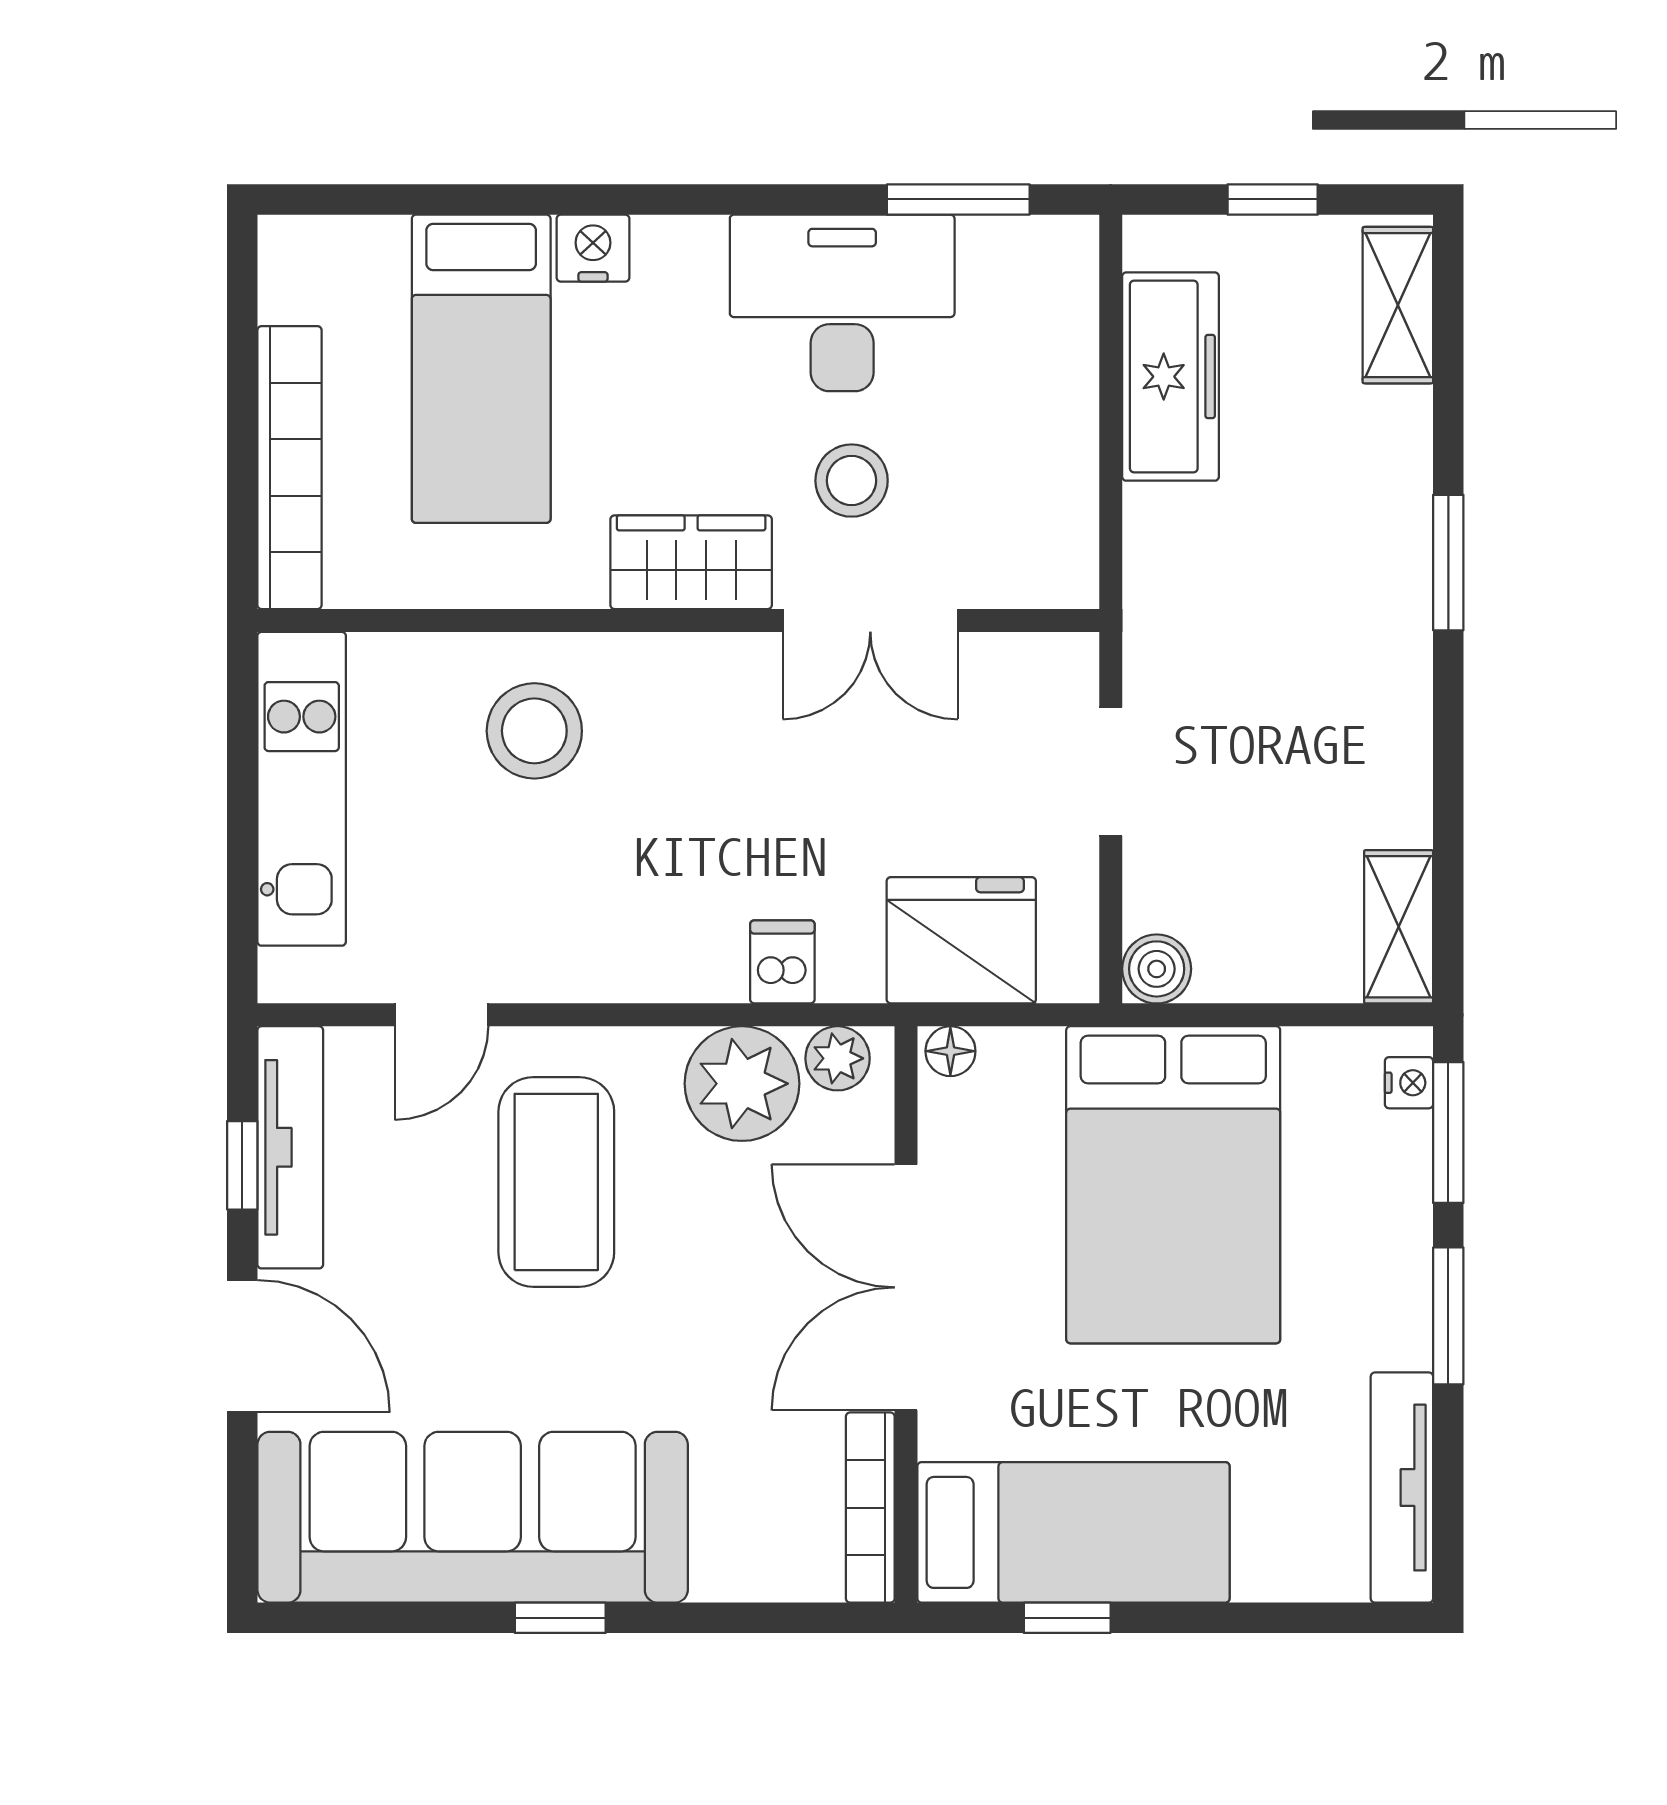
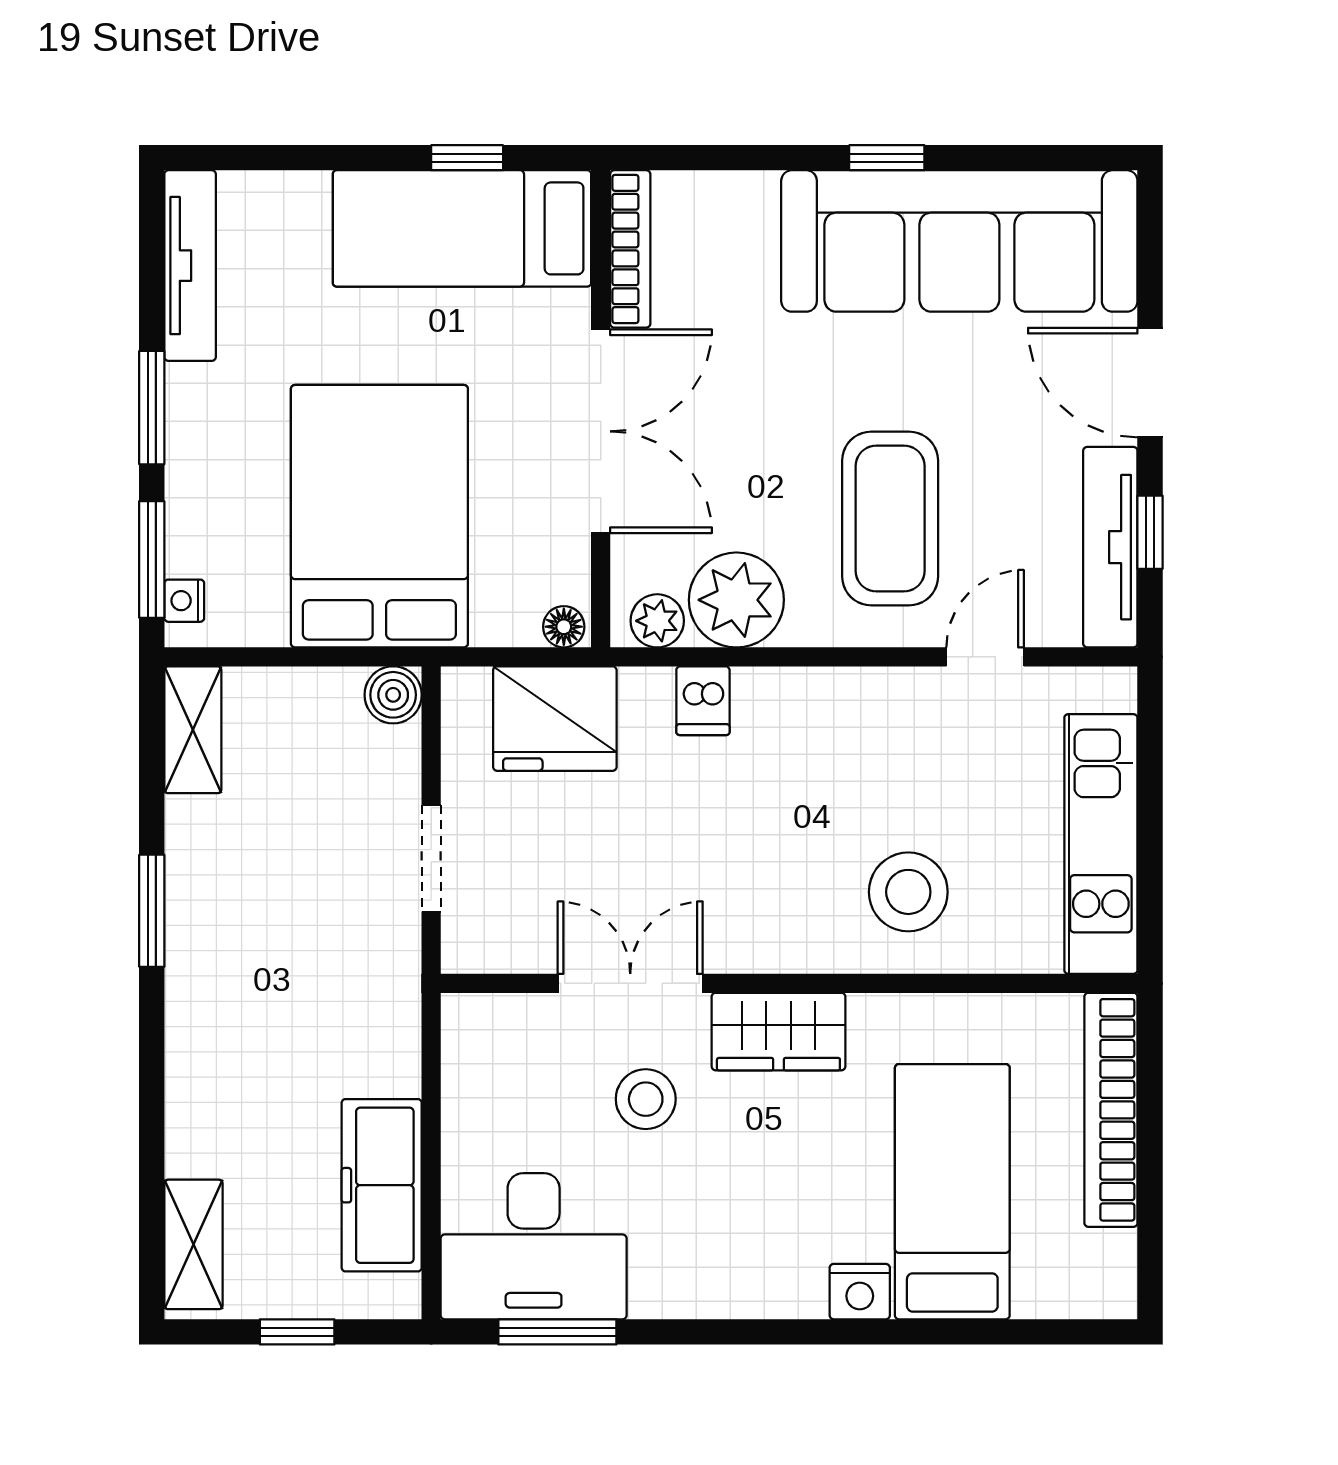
desk: (842, 303) -> (534, 1246), moved
window: (1448, 563) -> (152, 911), moved

